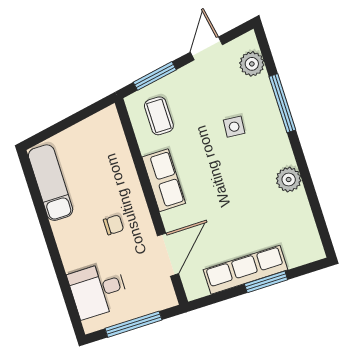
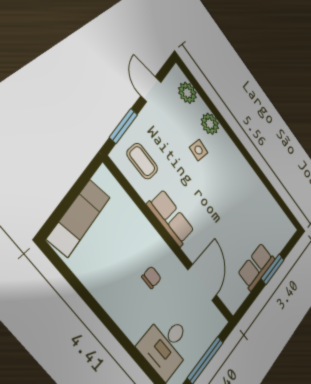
window: (282, 103) -> (220, 119), removed
plant: (289, 180) -> (210, 124), moved
exam couch: (51, 183) -> (79, 218), moved, turned 80
row of seats: (245, 270) -> (257, 267), width x0.68

